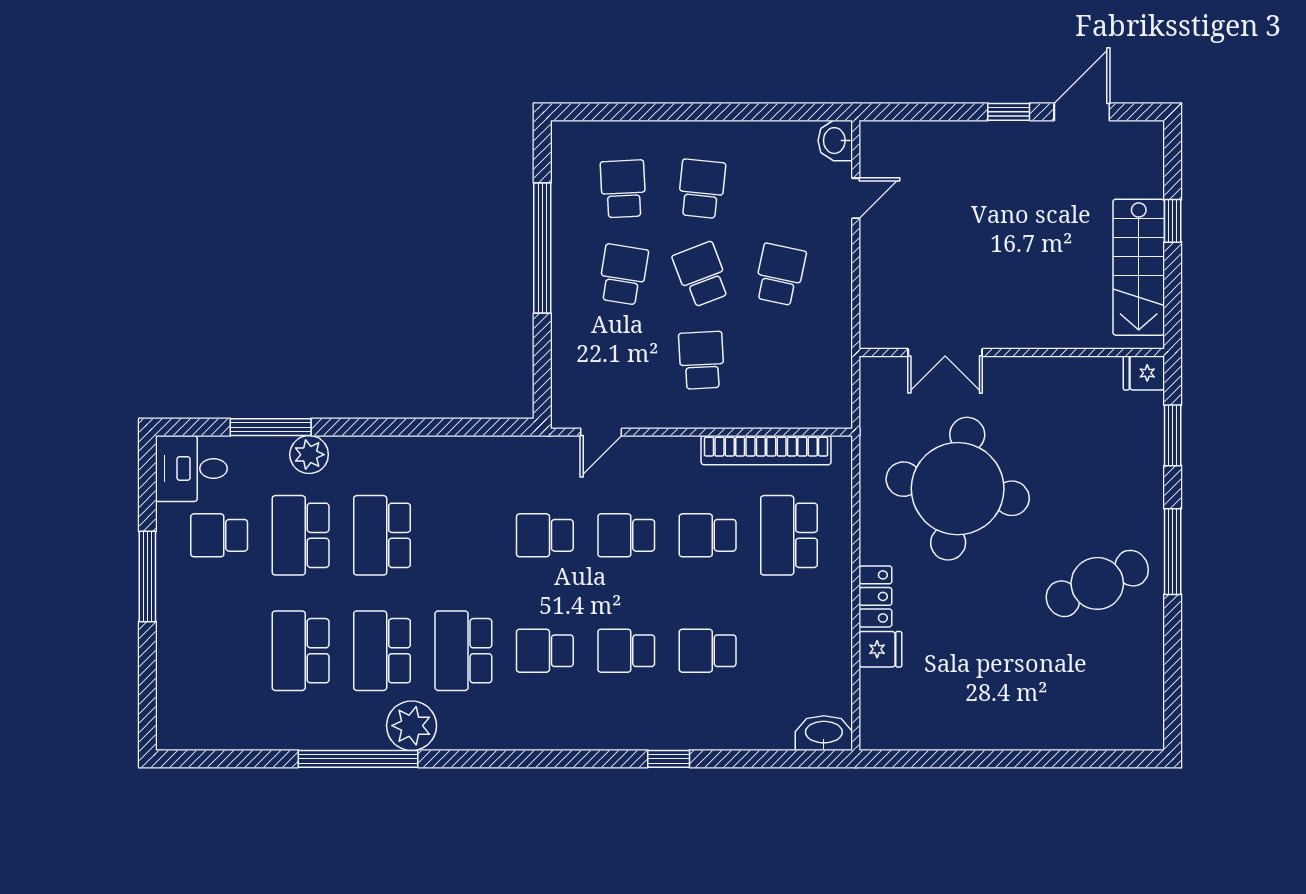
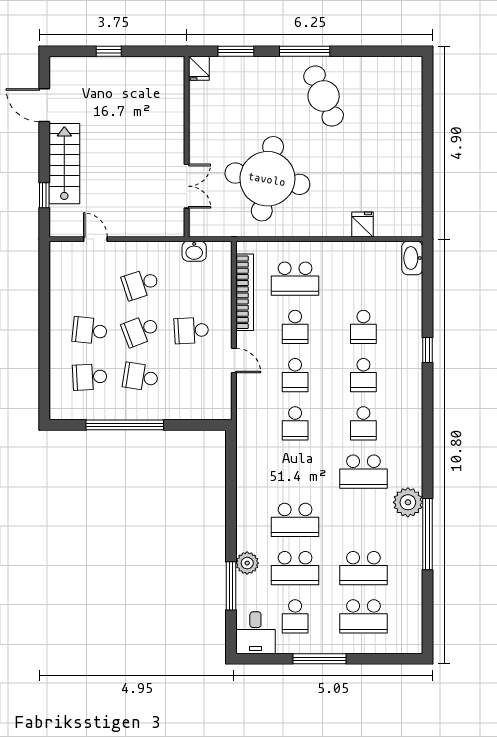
window: (1009, 112) -> (44, 195), moved
washbasin: (835, 141) -> (194, 251), moved
stairs: (1139, 267) -> (64, 164), moved, turned -90
school desk: (780, 274) -> (141, 284), turned -30
door: (601, 432) -> (234, 360), moved
locker: (875, 596) -> (331, 227), removed
school desk: (382, 651) -> (363, 616), moved

